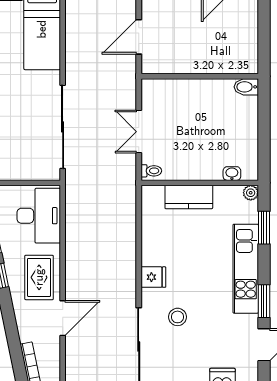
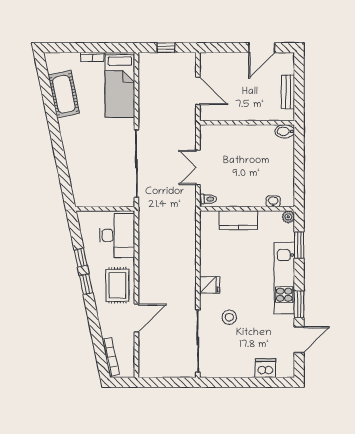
door: (139, 37) -> (198, 91), swing flipped
bench: (250, 38) -> (288, 92), added

